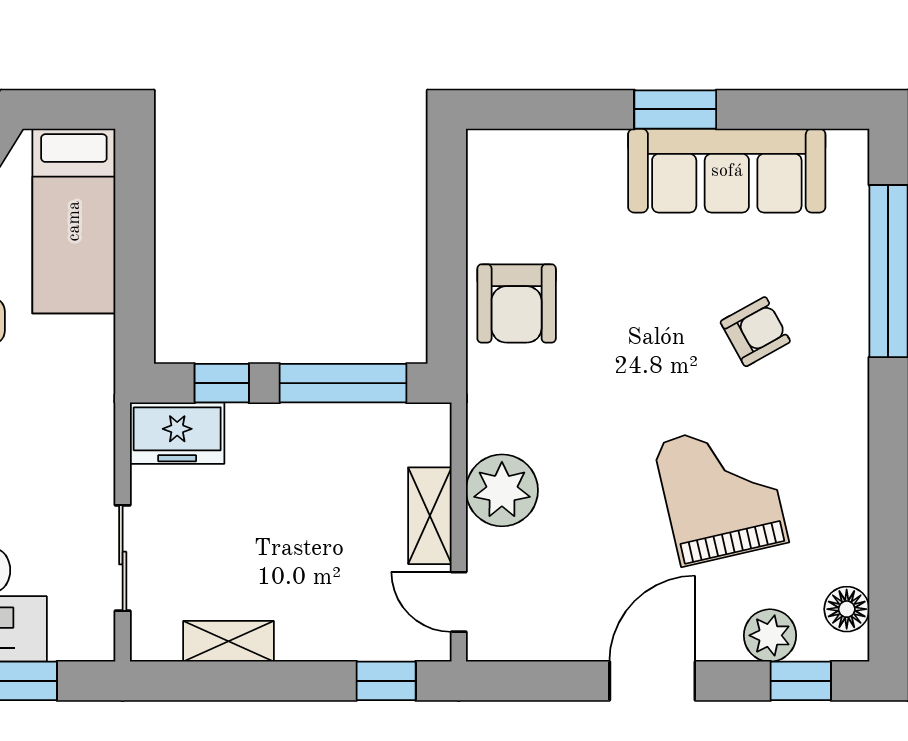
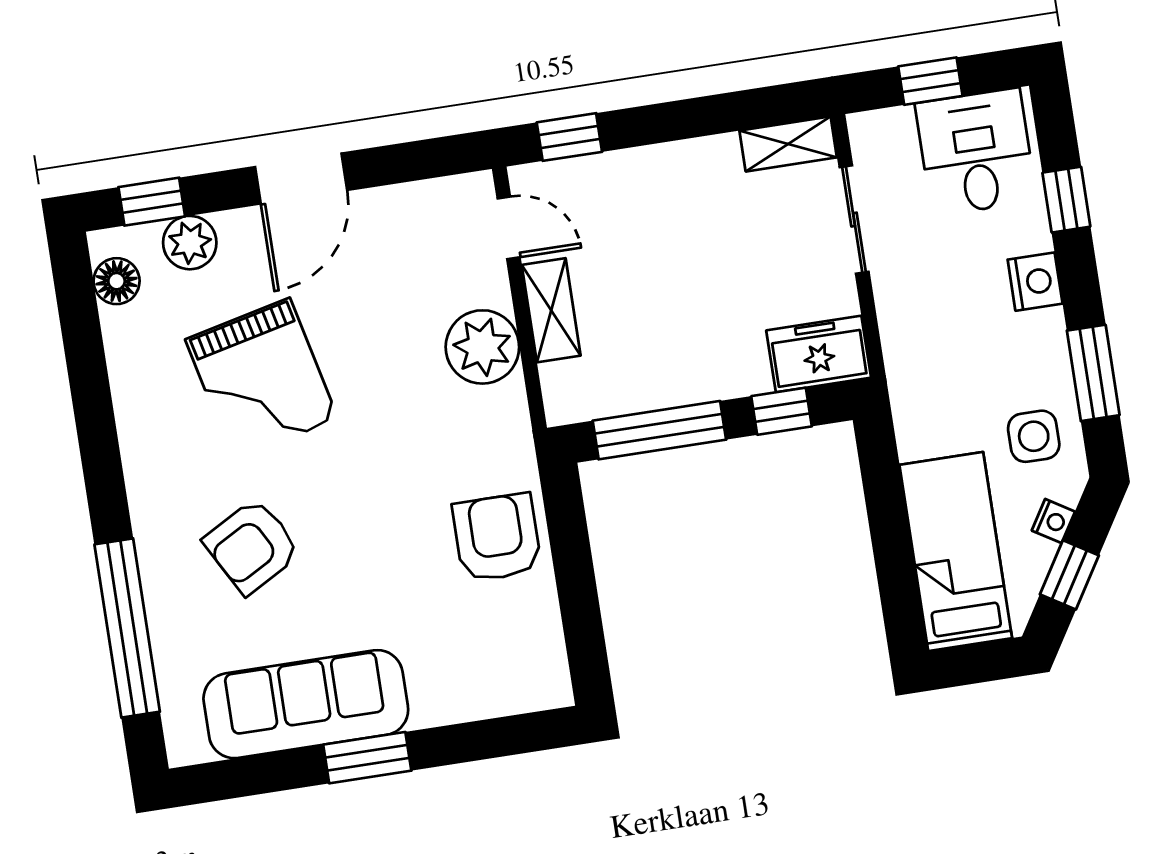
armchair: (755, 332) -> (252, 546), width x1.38, depth x1.38
shelving: (229, 641) -> (788, 144), moved

